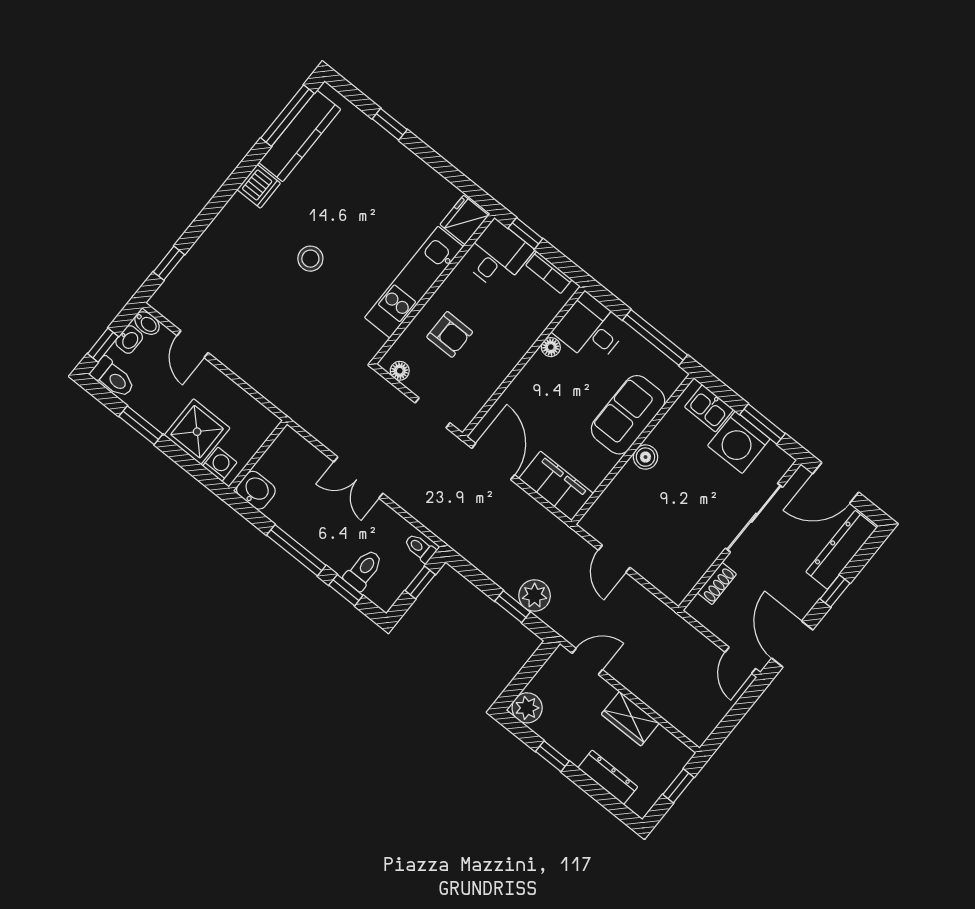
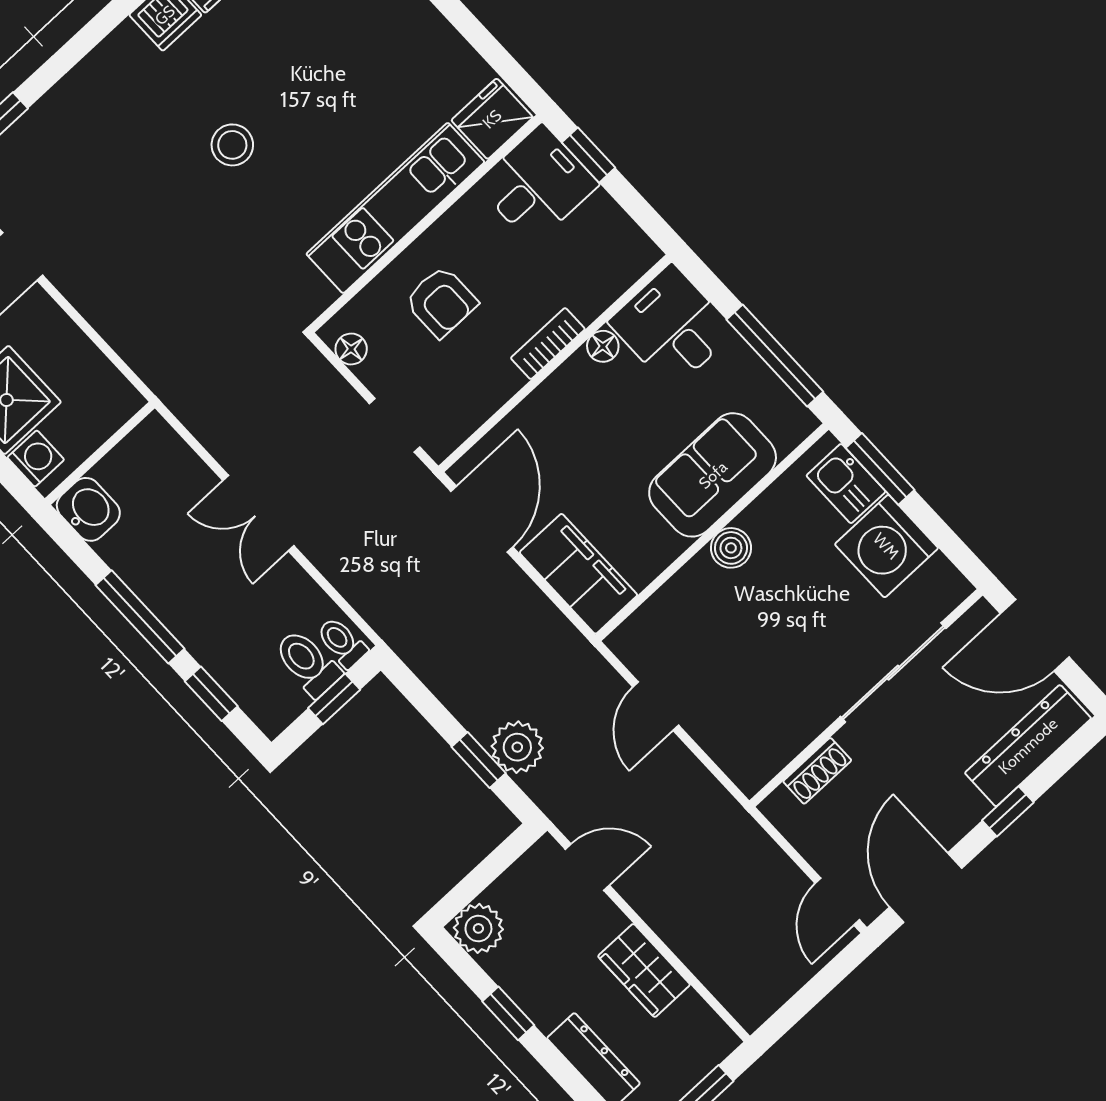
bookcase: (549, 272) -> (548, 344), moved, turned 90
window: (763, 424) -> (880, 469), moved
toilet: (364, 570) -> (308, 663), moved, turned -90

